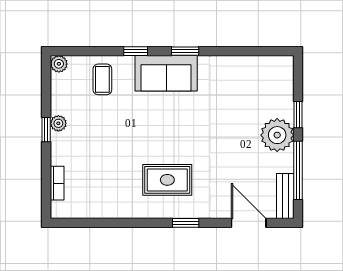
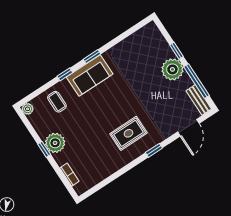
plant: (58, 123) -> (55, 143), width x1.88, depth x1.88
door: (249, 223) -> (188, 128), swing flipped

